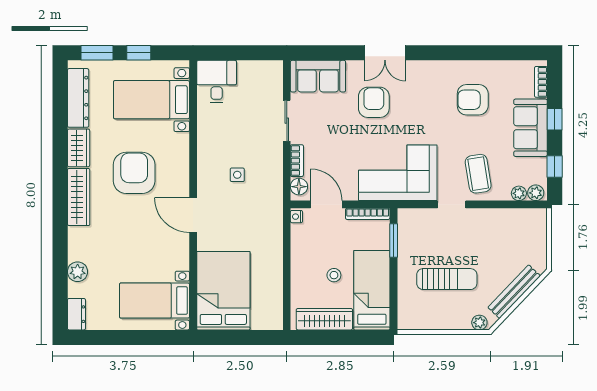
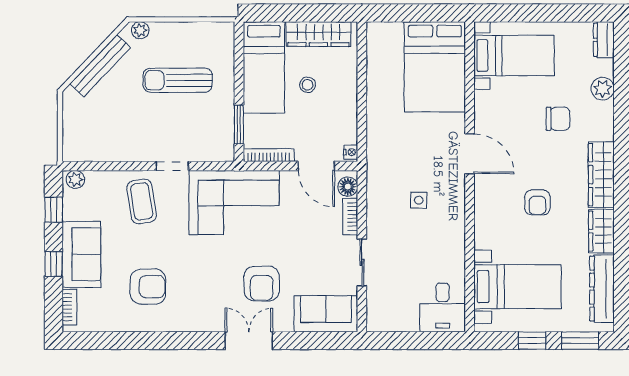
armchair: (134, 173) -> (537, 202), width x0.53, depth x0.53
plant: (519, 193) -> (95, 179), removed
chair: (116, 245) -> (558, 119), added

